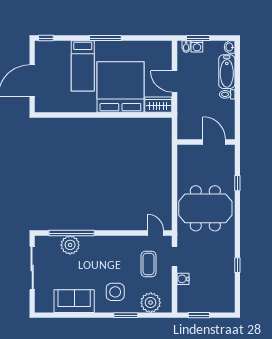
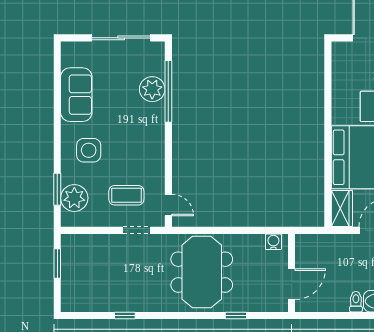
door: (156, 233) -> (168, 205), hinge flipped
water cooler: (183, 279) -> (273, 242), moved
window: (126, 315) -> (57, 189), moved

